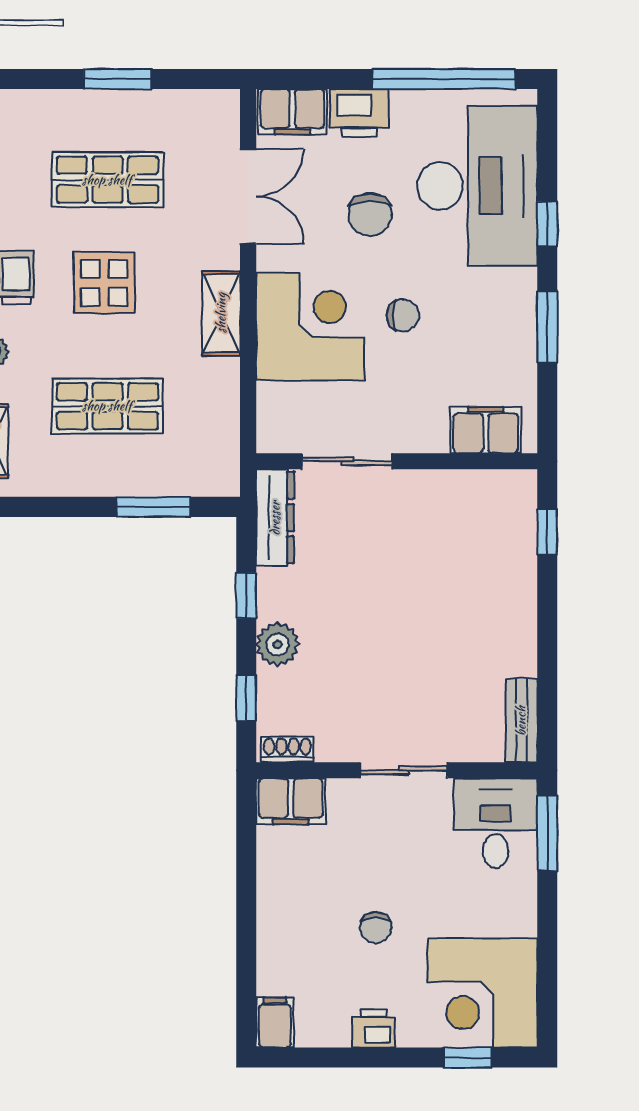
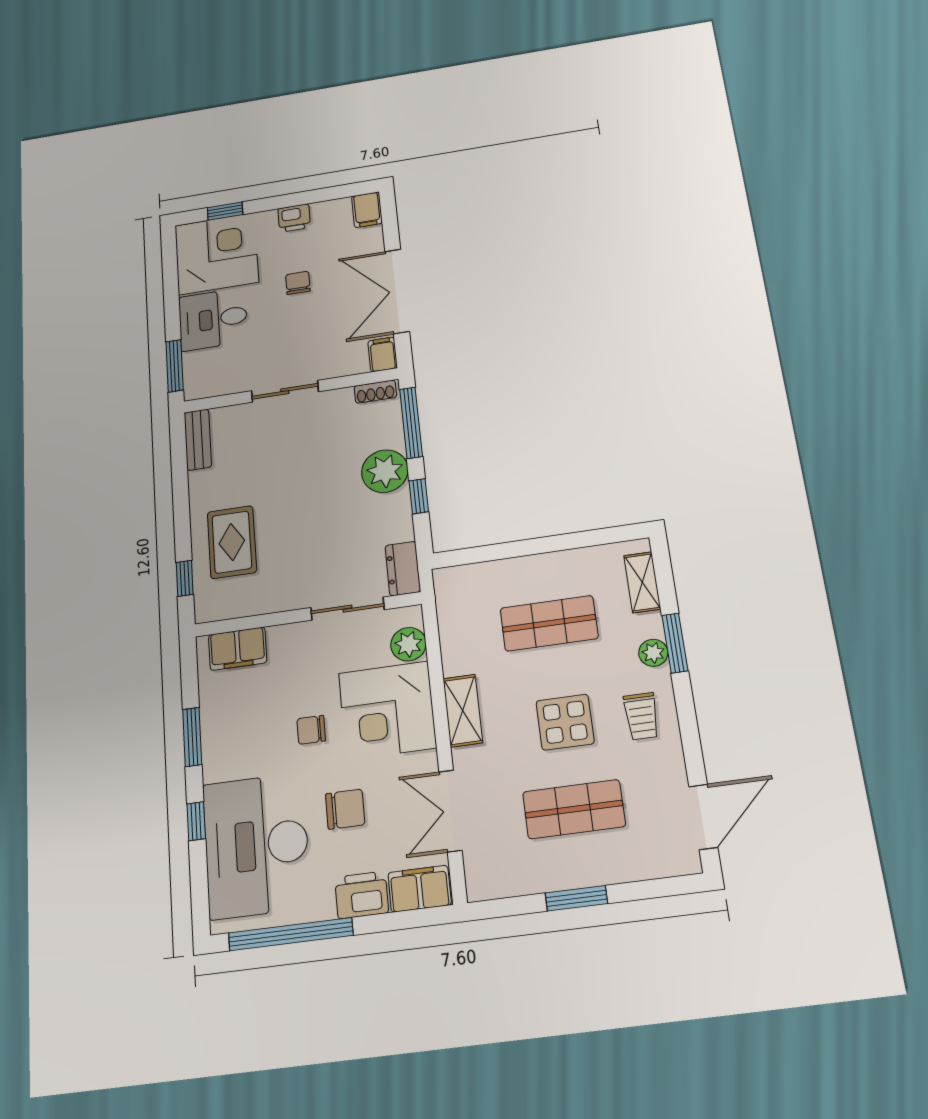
chair: (370, 215) -> (345, 809), turned 90
plant: (277, 405) -> (408, 644), added
window: (153, 507) -> (501, 551), removed
dresser: (275, 518) -> (403, 569), width x0.70
rug: (485, 571) -> (232, 542), added
plant: (278, 644) -> (385, 471), width x1.36, depth x1.36
window: (246, 698) -> (411, 423), width x2.17
filing cabinet: (291, 801) -> (383, 354), width x0.50
desk: (496, 823) -> (213, 319), moved, turned 90
double door: (246, 891) -> (397, 291), added

